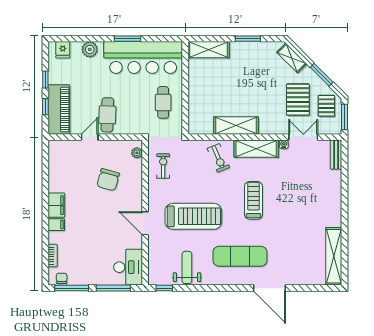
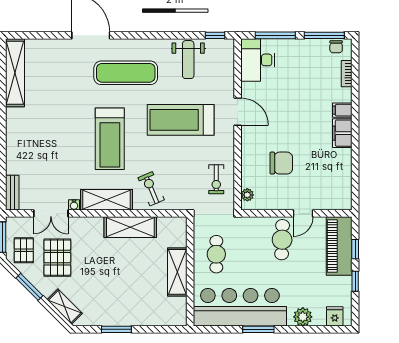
shelving: (209, 50) -> (177, 272), moved, turned 90
chair: (108, 180) -> (281, 163), turned 75
treadmill: (253, 200) -> (110, 139), width x1.37, depth x1.38

